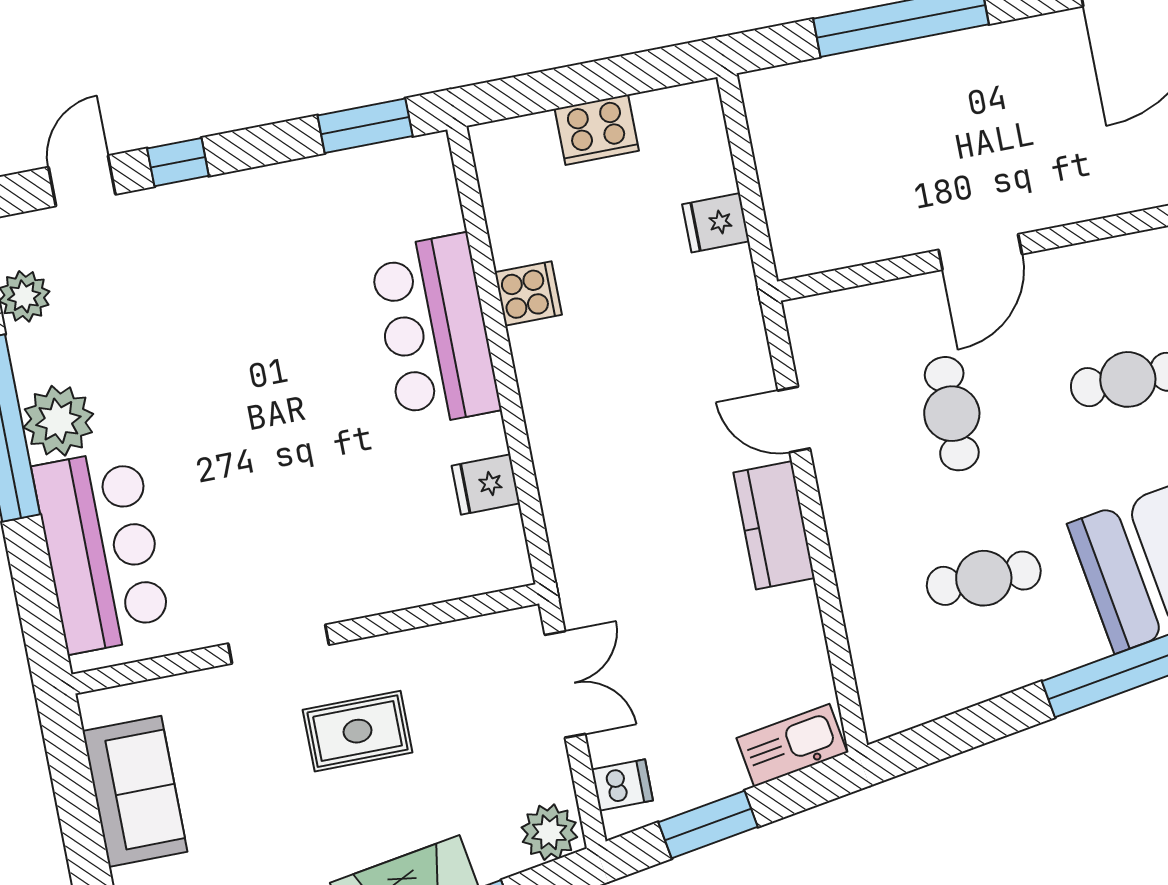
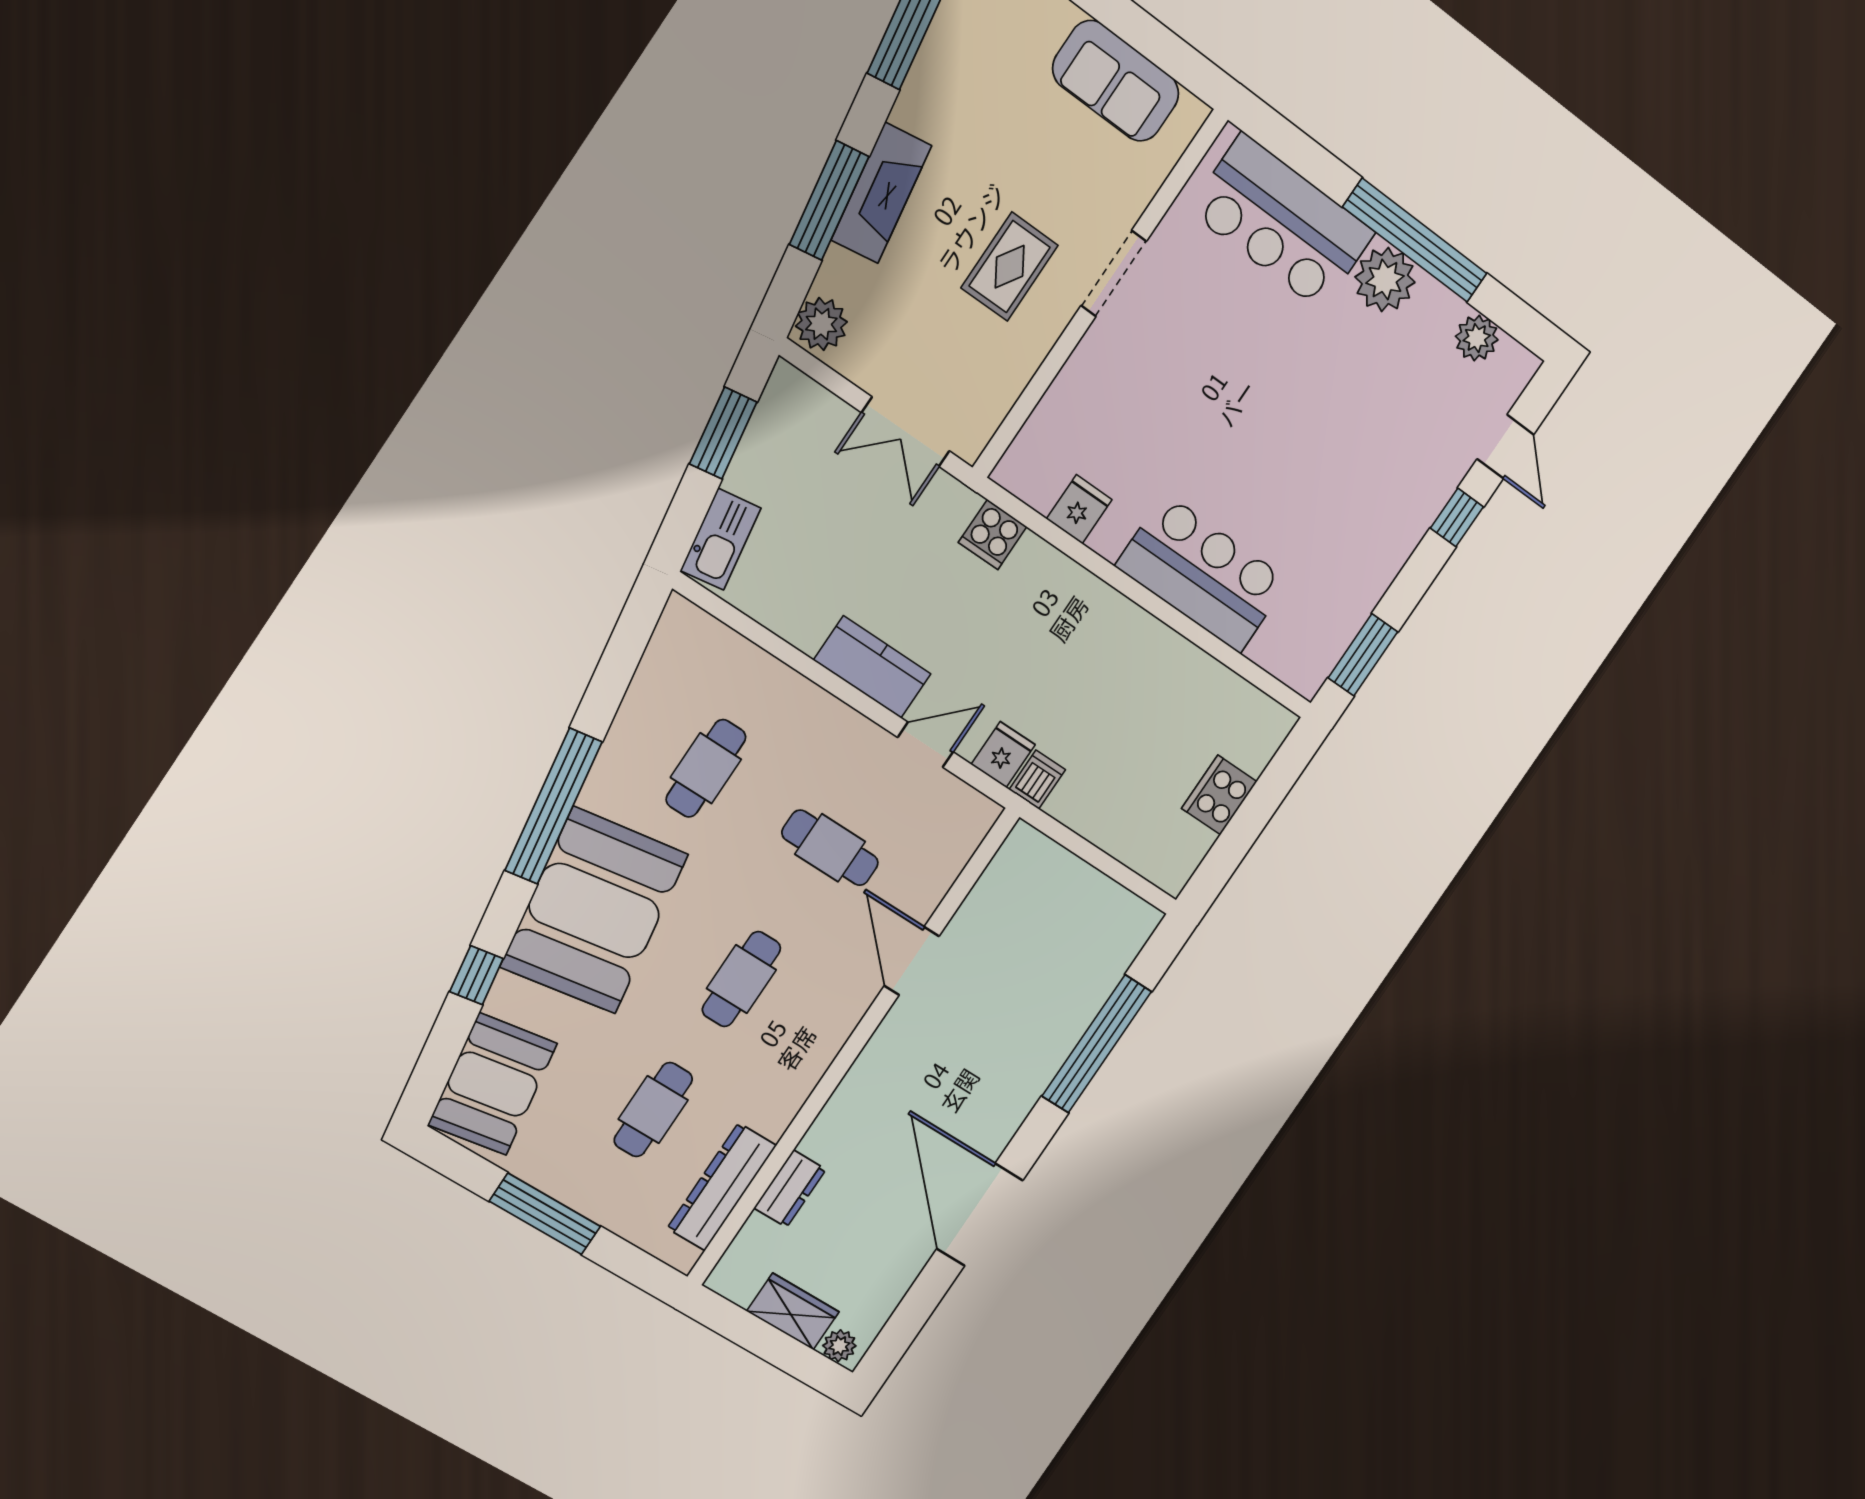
fridge: (716, 223) -> (1003, 755), moved
cooker: (528, 294) -> (993, 535), moved
dishwasher: (622, 785) -> (1037, 780), moved, turned 180

